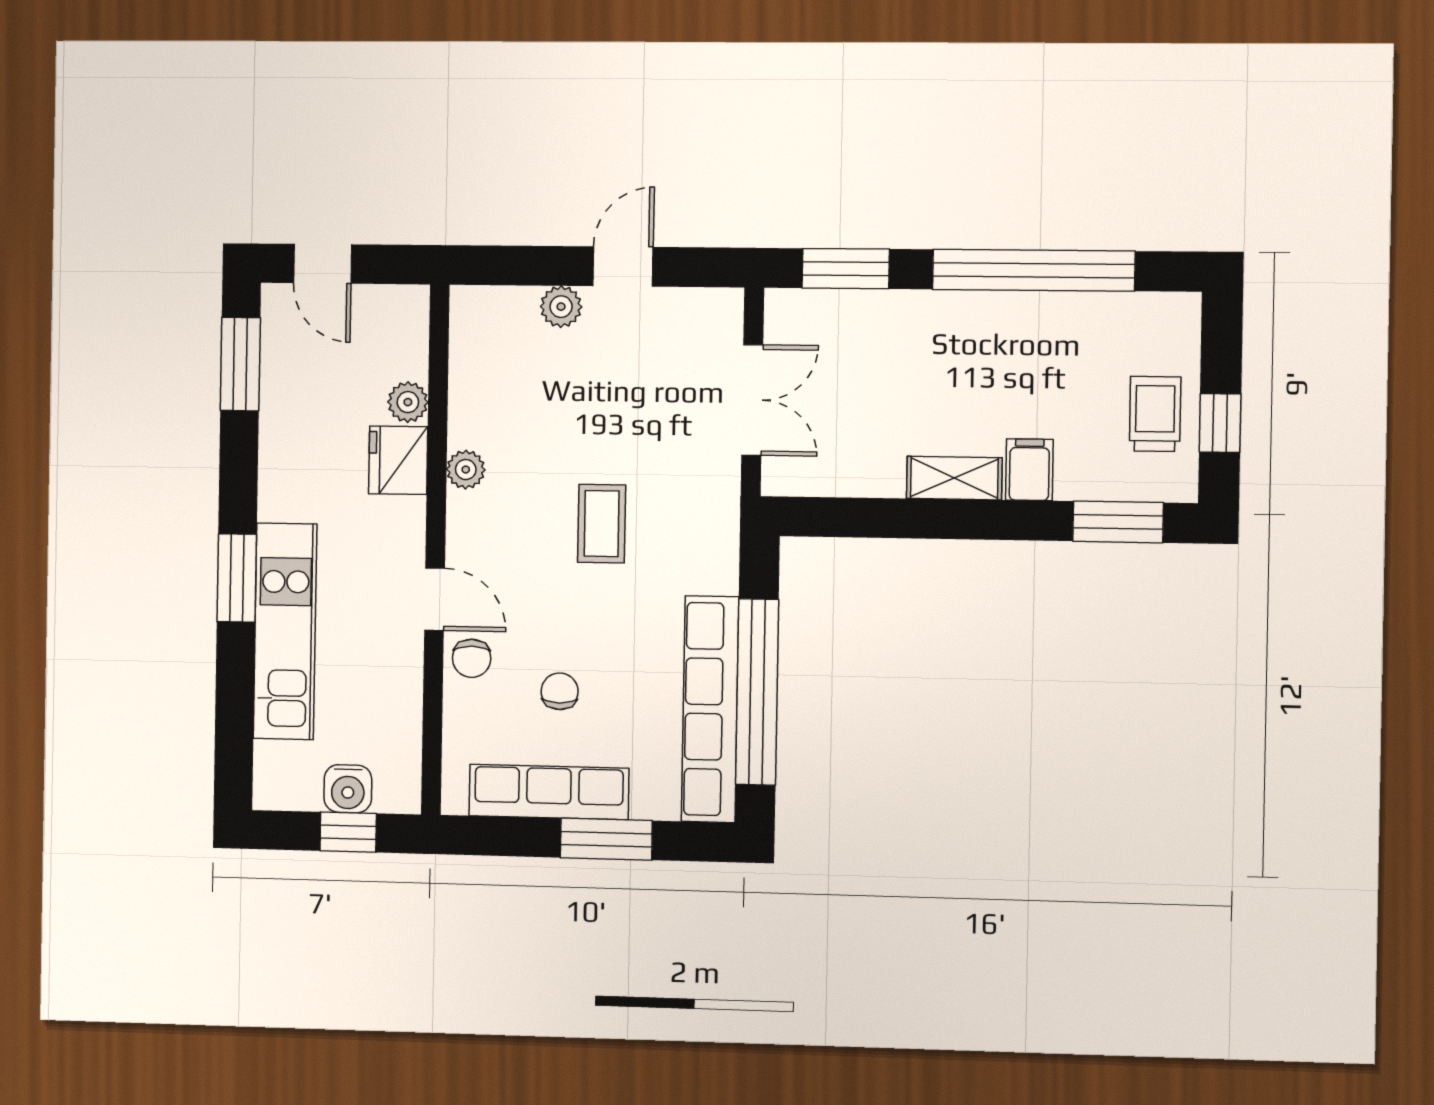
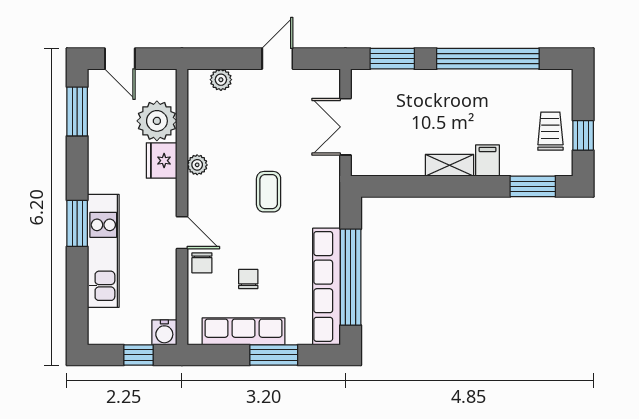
plant: (561, 307) -> (221, 80), moved
double door: (752, 400) -> (345, 127), swing flipped
plant: (408, 402) -> (157, 121), width x1.88, depth x1.88
water cooler: (348, 789) -> (164, 332), moved

